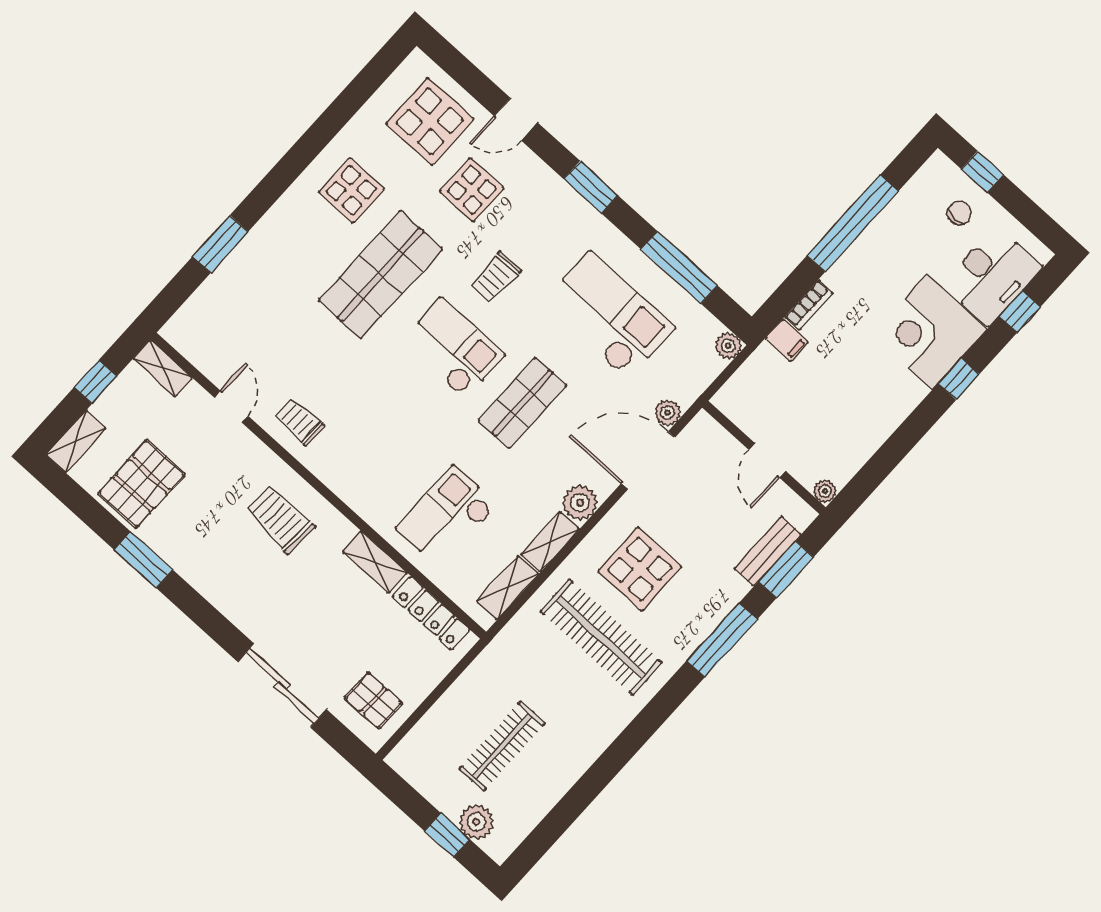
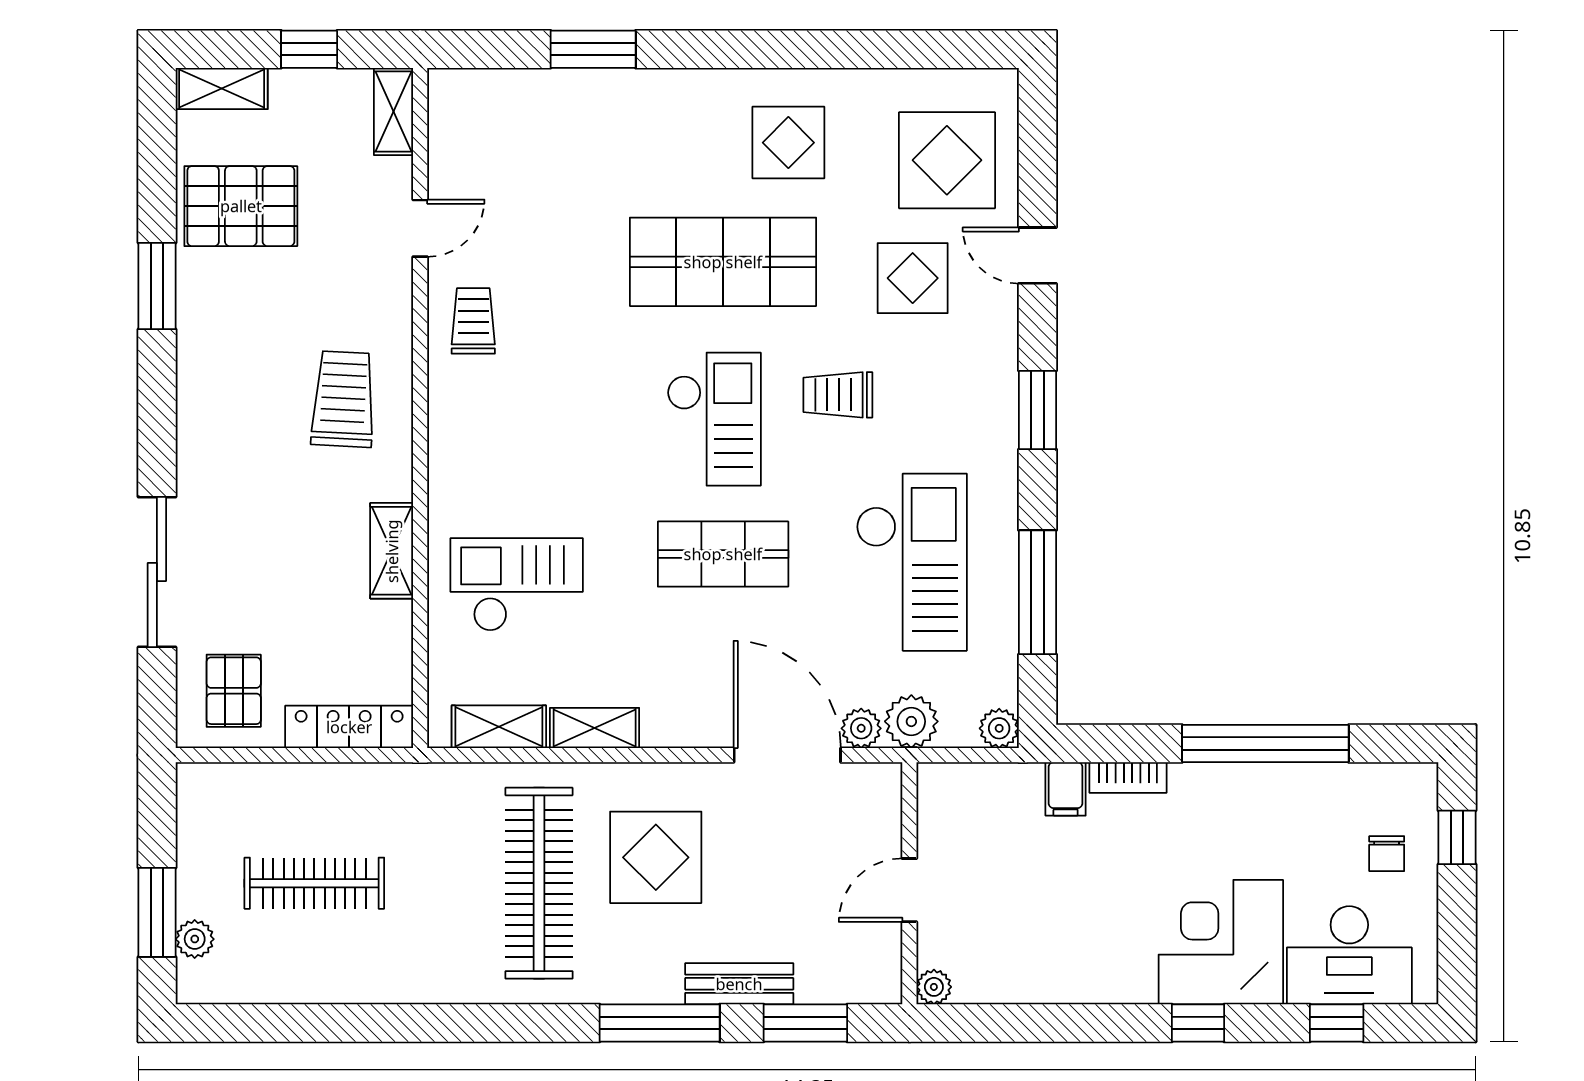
chair: (959, 213) -> (1387, 854), turned 90
plant: (580, 503) -> (911, 721), moved
bench: (768, 551) -> (739, 984), moved
locker: (431, 613) -> (349, 727), moved, turned 90
plant: (476, 822) -> (195, 939), width x0.73, depth x0.73
window: (447, 835) -> (157, 912), width x1.50

